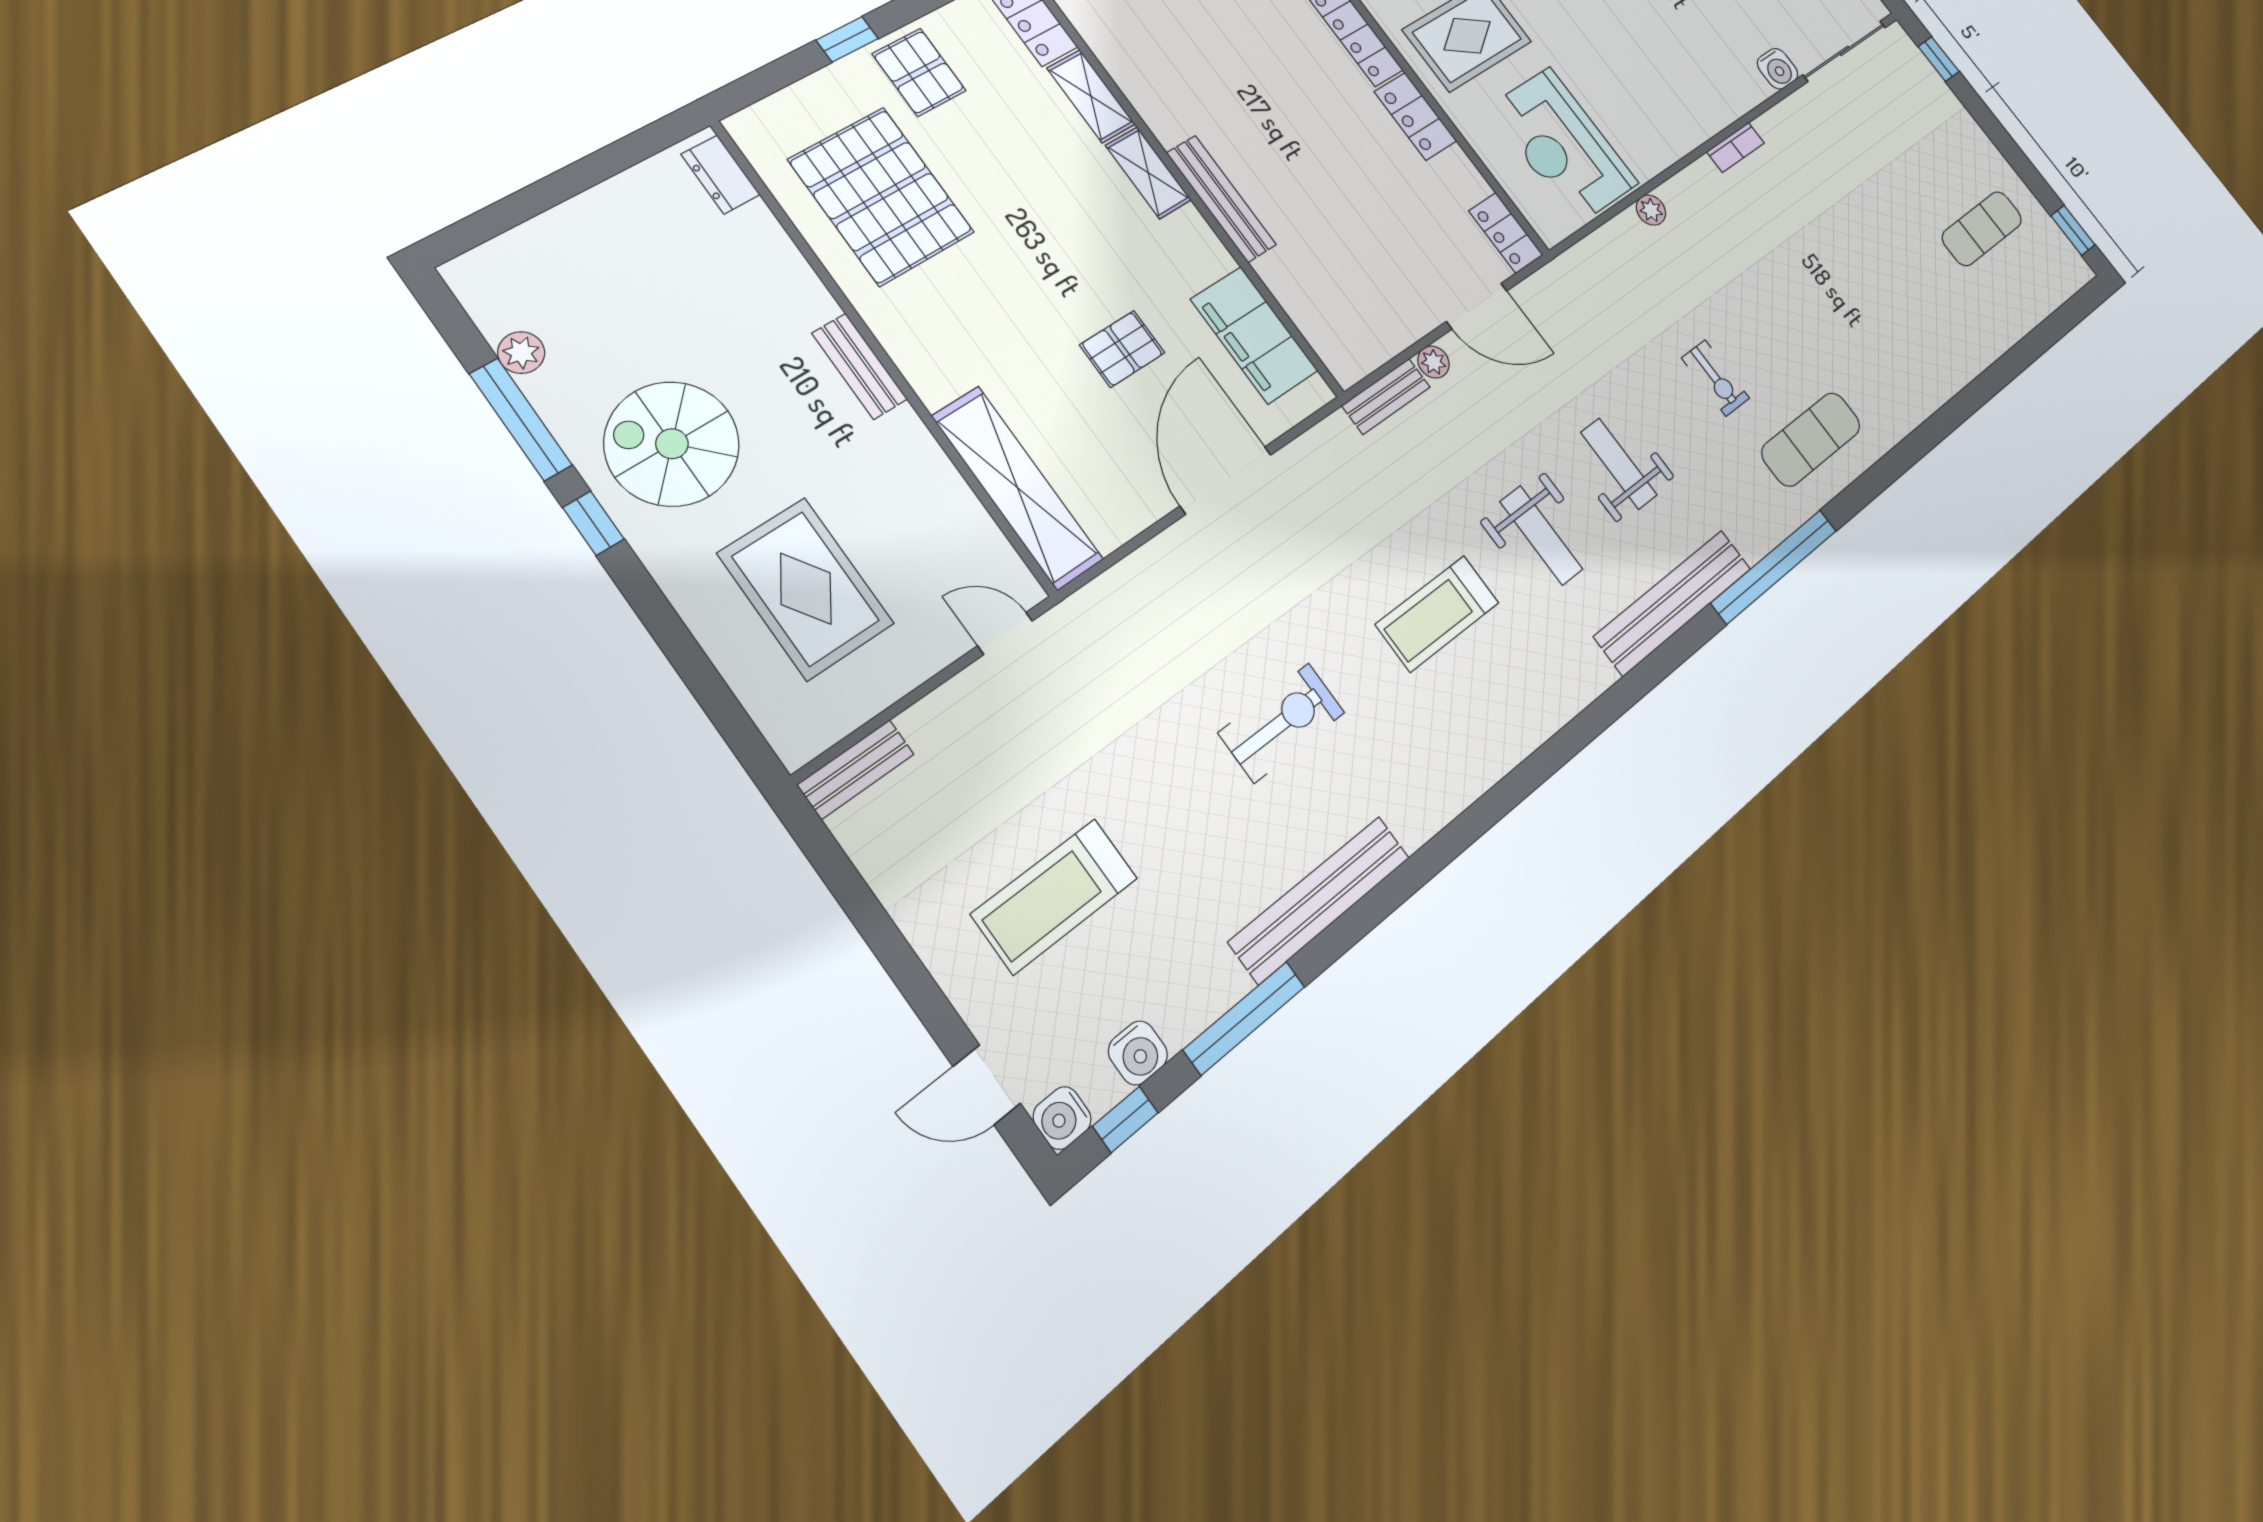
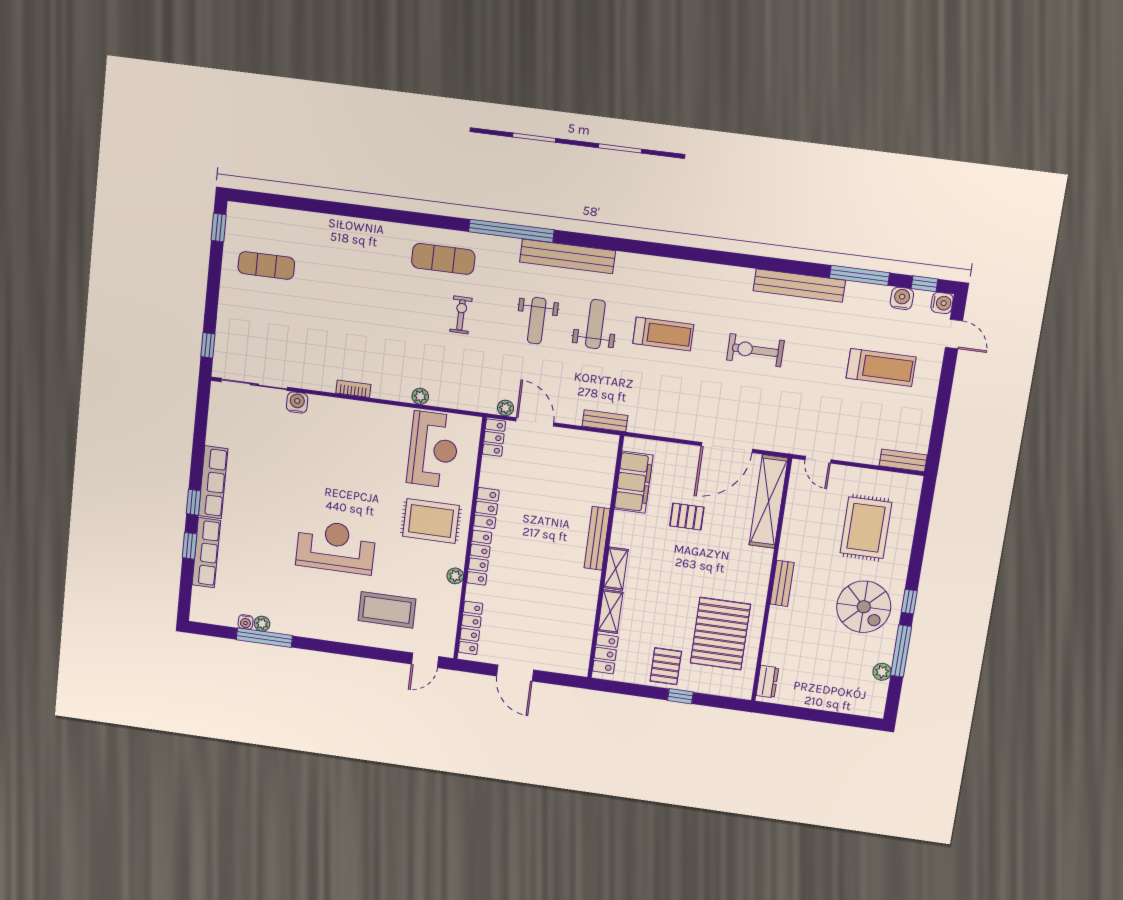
plant: (1433, 362) -> (506, 408), moved
door: (1226, 480) -> (727, 448), moved

